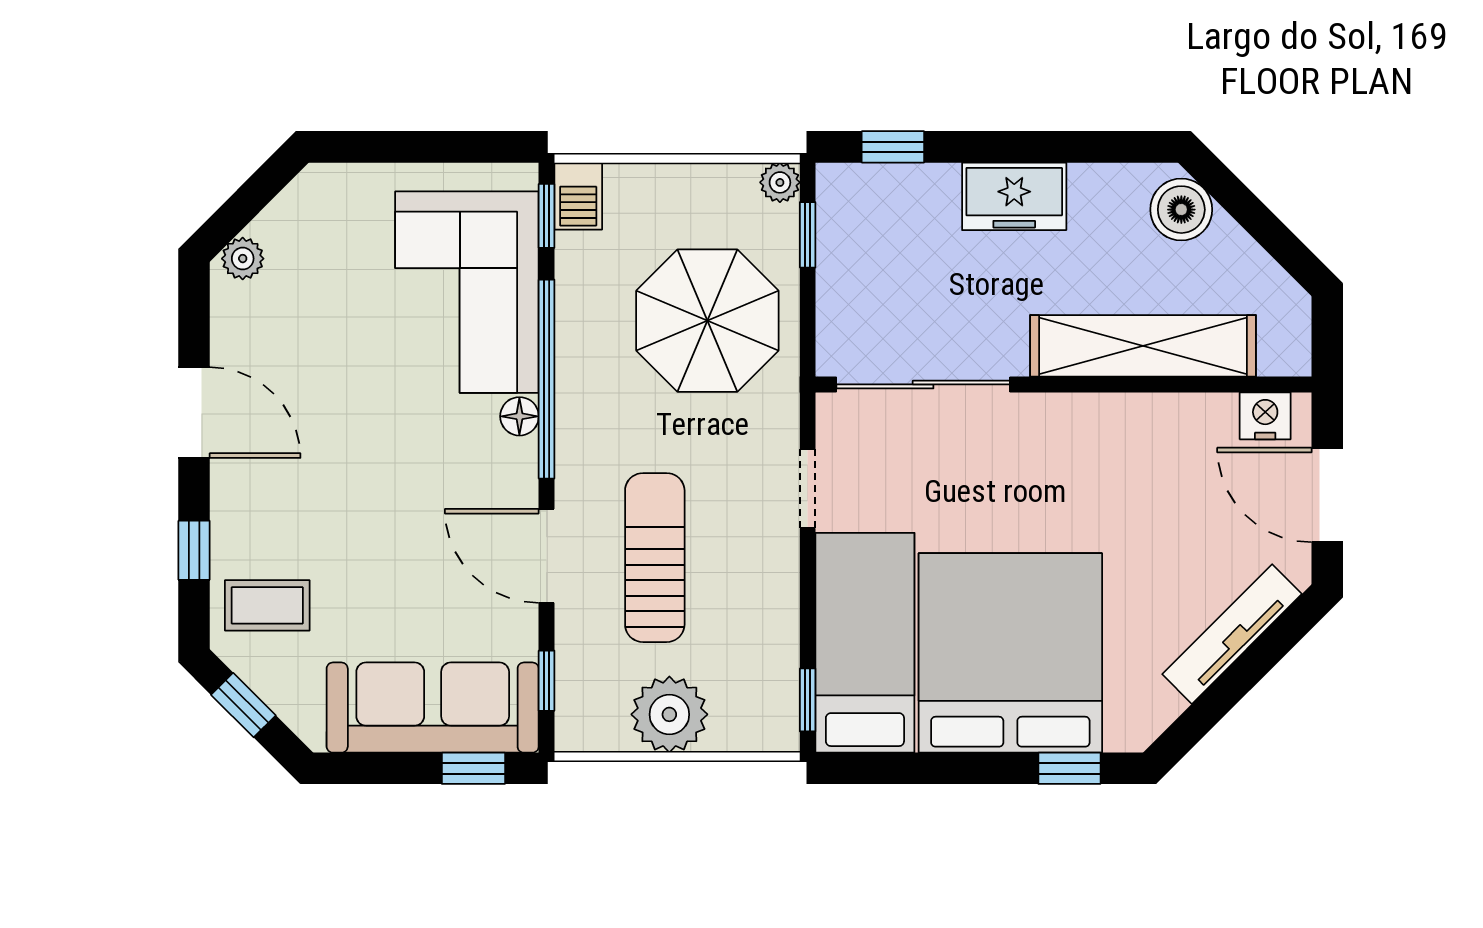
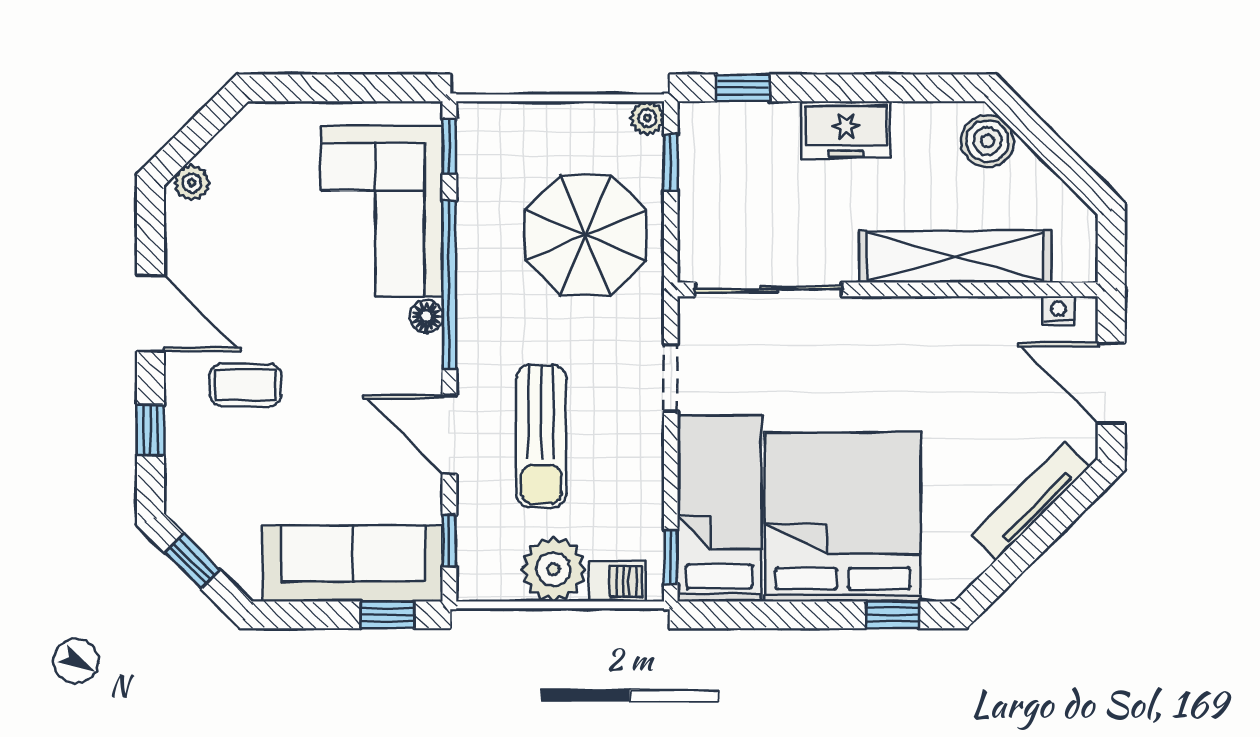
barbecue: (578, 196) -> (618, 581), moved, turned -90
nightstand: (1265, 416) -> (1059, 311), width x0.72, depth x0.74
sun lounger: (655, 558) -> (541, 436), turned 180
coffee table: (267, 605) -> (245, 385), moved

